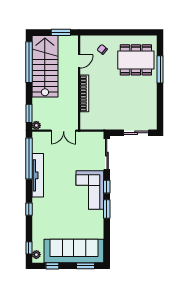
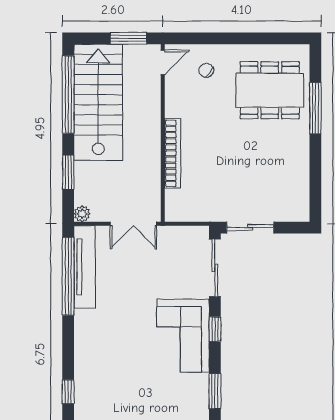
door: (79, 61) -> (163, 62), moved
window: (29, 113) -> (68, 172), moved
sliding door: (136, 133) -> (250, 228), moved
tv unit: (38, 175) -> (85, 267), moved
window: (29, 209) -> (68, 392), moved
window: (107, 209) -> (215, 391), moved

